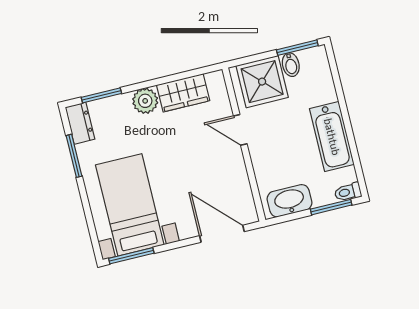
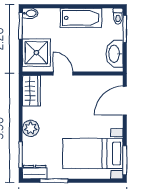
bidet: (291, 65) -> (30, 13), moved
wardrobe: (183, 93) -> (31, 91), moved
door: (240, 130) -> (63, 74), swing flipped

